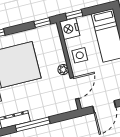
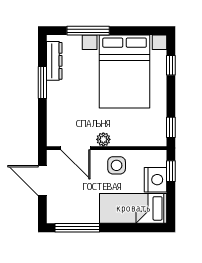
nightstand: (70, 29) -> (155, 180), moved, turned 90
window: (33, 124) -> (42, 82), width x0.69

